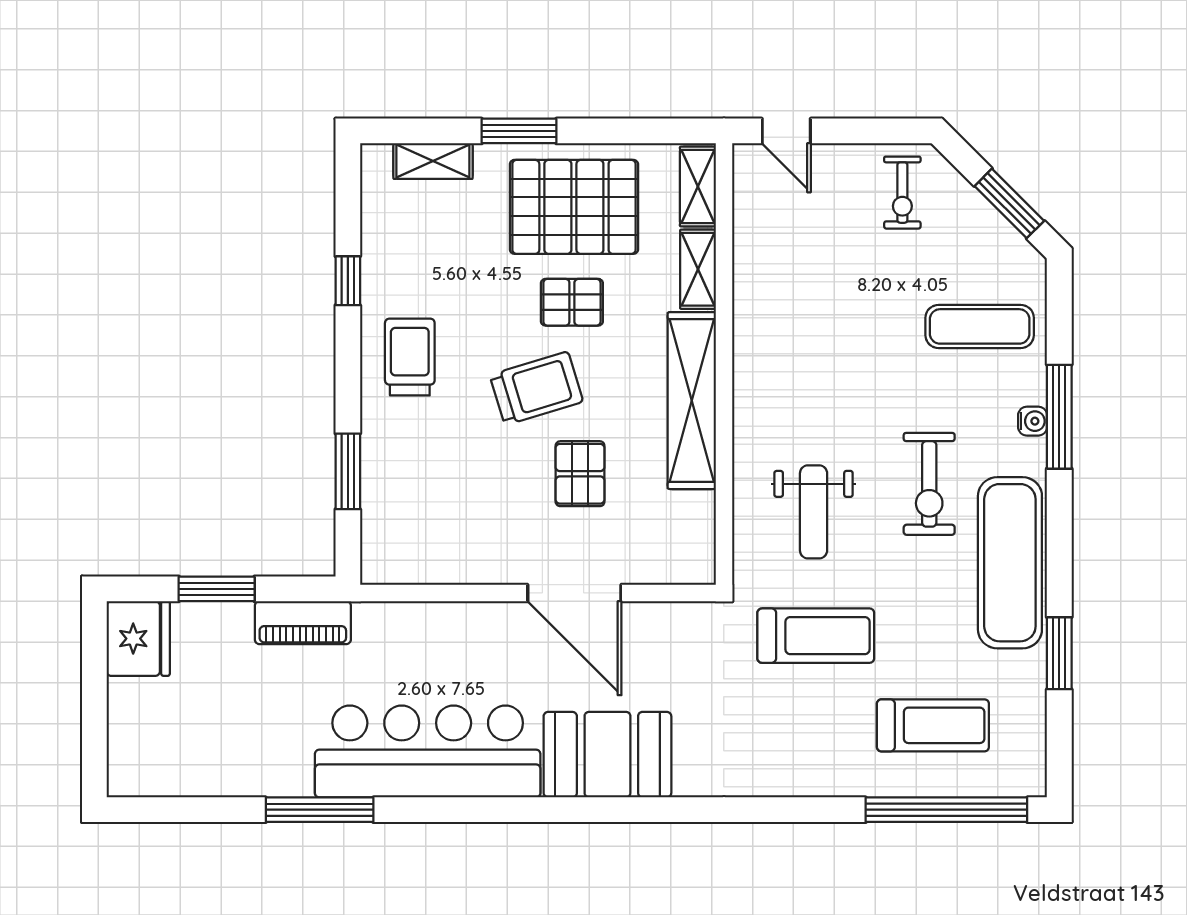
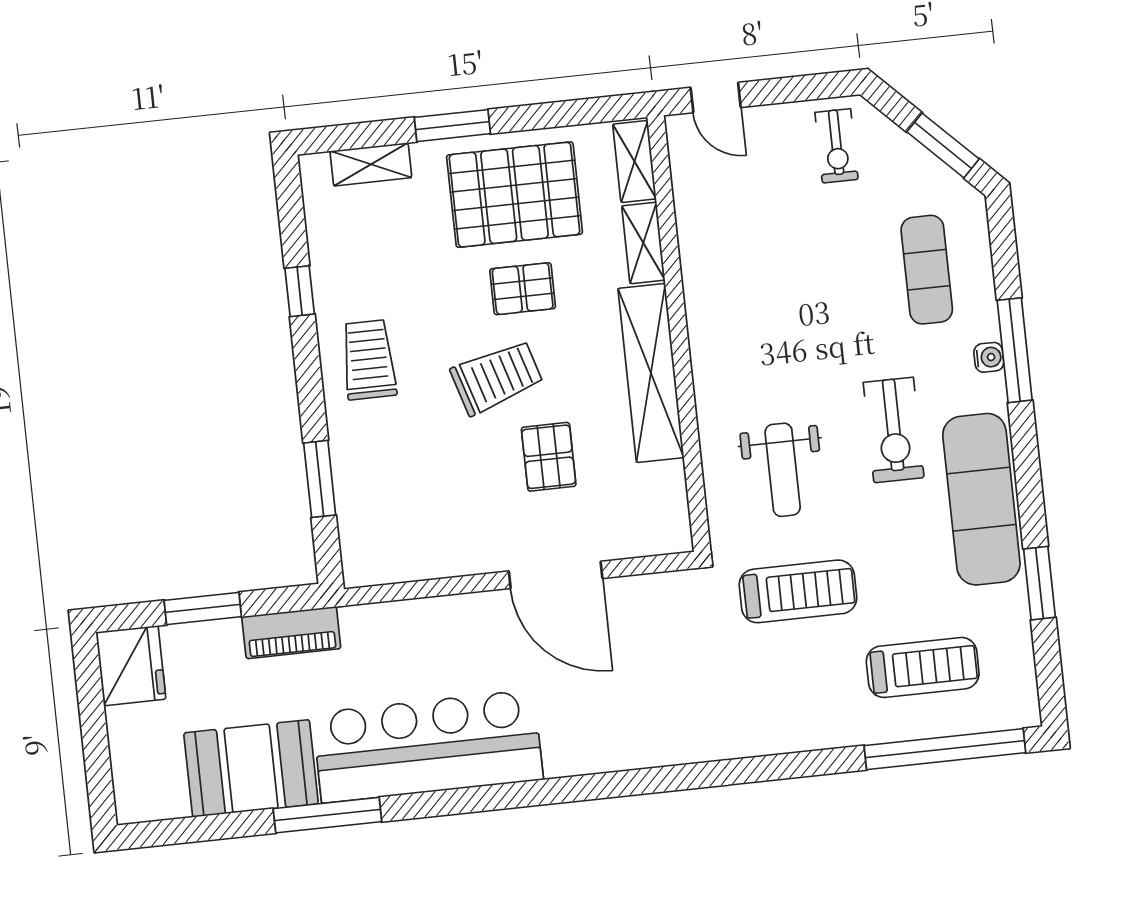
exercise mat: (980, 326) -> (927, 270), turned 90
booth: (607, 755) -> (251, 768), moved

